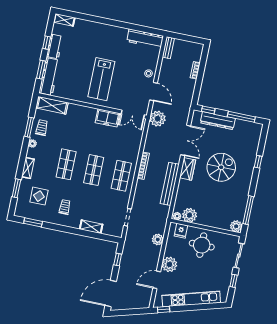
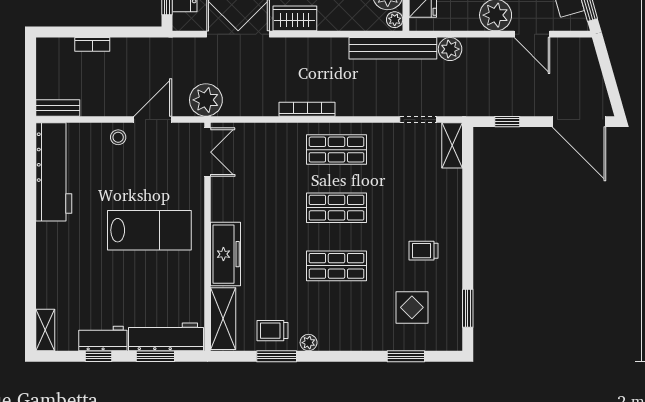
workbench: (145, 39) -> (54, 172), width x1.36, depth x1.32
freezer: (107, 118) -> (225, 254), moved, width x1.40
shelving: (28, 168) -> (360, 341), removed
bench: (170, 184) -> (393, 48), moved
shelving: (91, 227) -> (452, 145), moved

